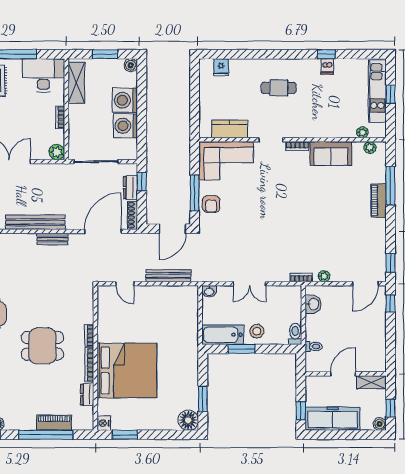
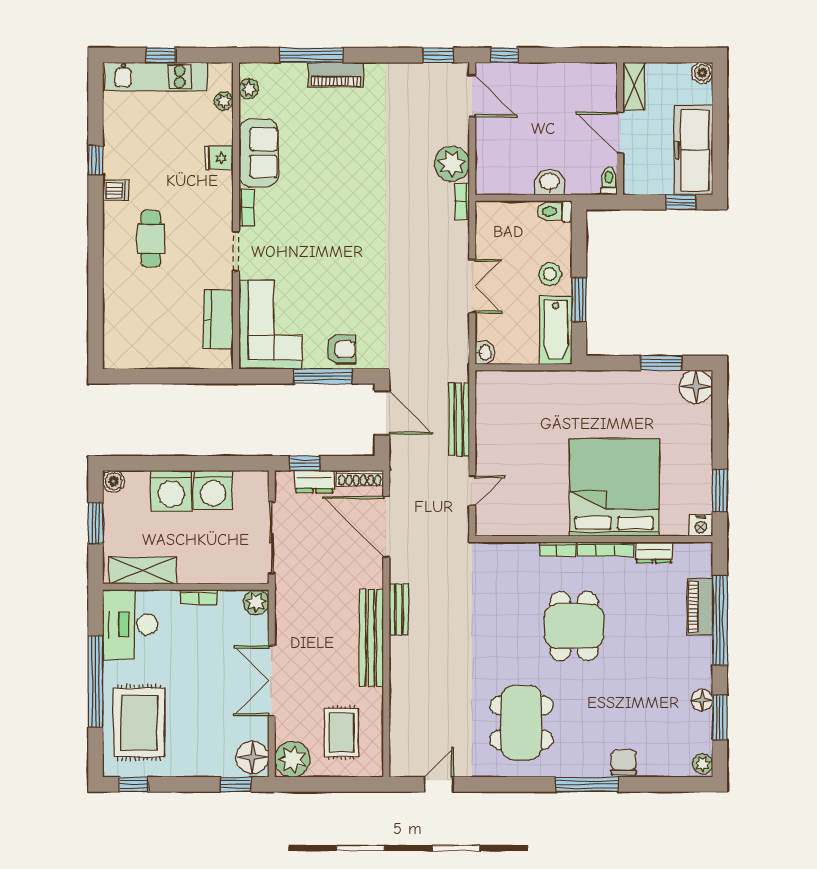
dishwasher: (327, 66) -> (116, 191), moved
fridge: (221, 67) -> (219, 158), moved, turned 180
plant: (324, 276) -> (452, 164), width x1.87, depth x1.87
washbasin: (313, 304) -> (550, 182), moved
toilet: (314, 347) -> (609, 181), moved
window: (390, 408) -> (676, 55), removed

